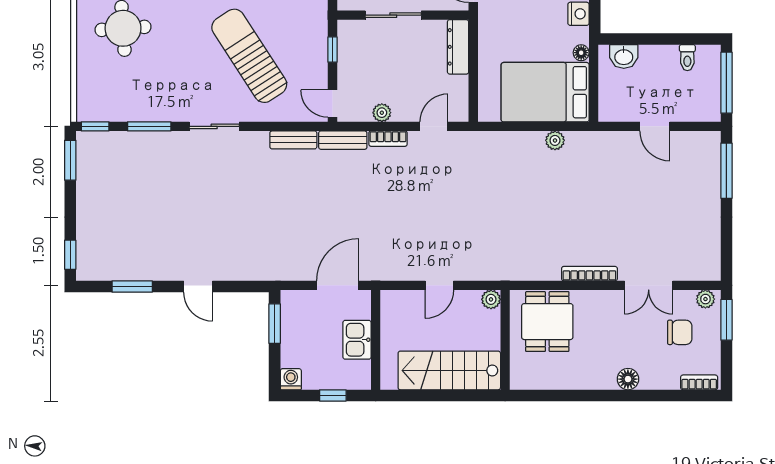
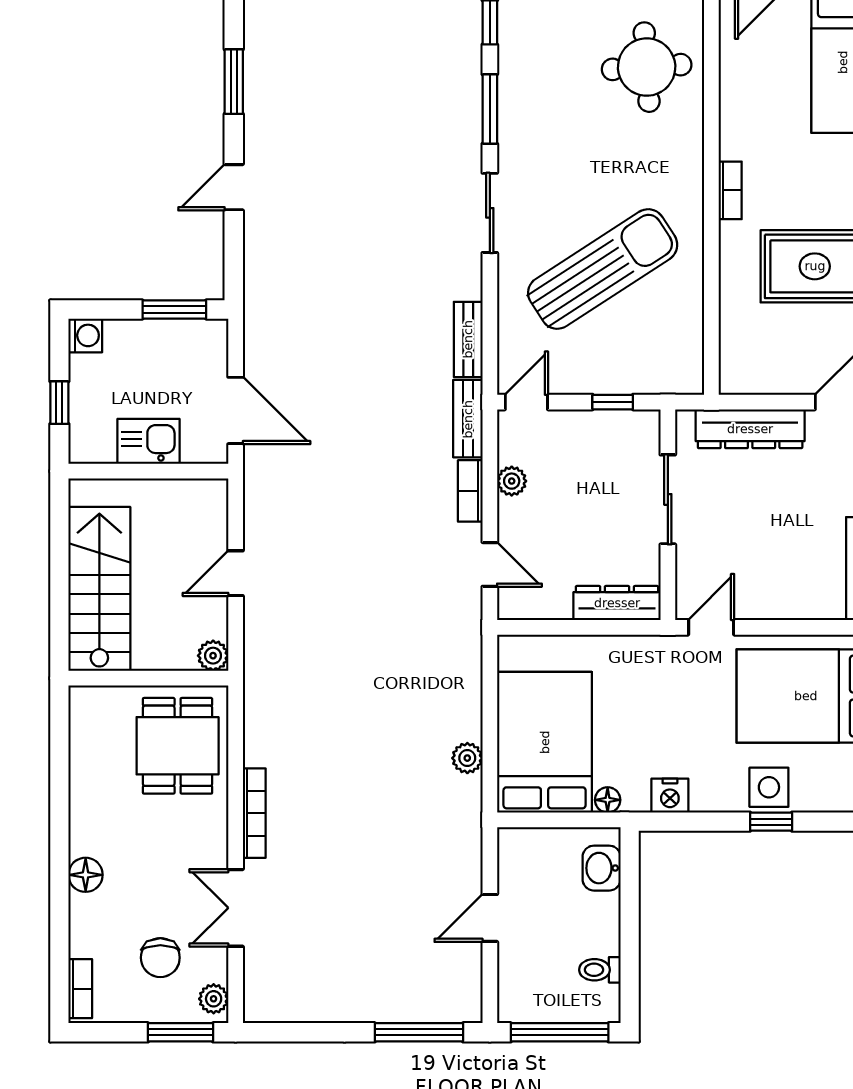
door: (439, 285) -> (236, 573), hinge flipped
dining table: (547, 322) -> (178, 746), turned 90

